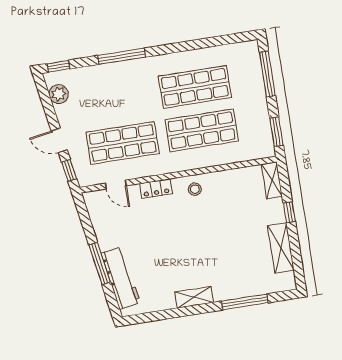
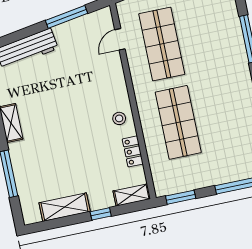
shop shelf: (195, 87) -> (221, 113), removed
locker: (156, 189) -> (133, 151), moved
window: (100, 264) -> (66, 17), moved

